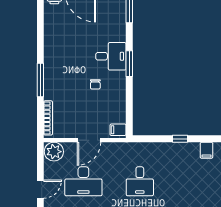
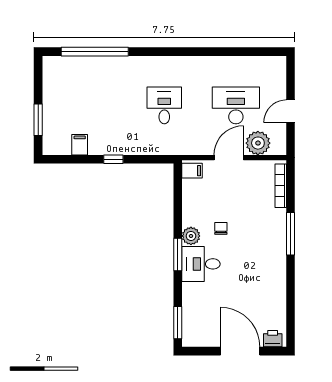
plant: (119, 78) -> (191, 236), added
plant: (54, 152) -> (258, 143), moved
door: (40, 189) -> (291, 111), moved

